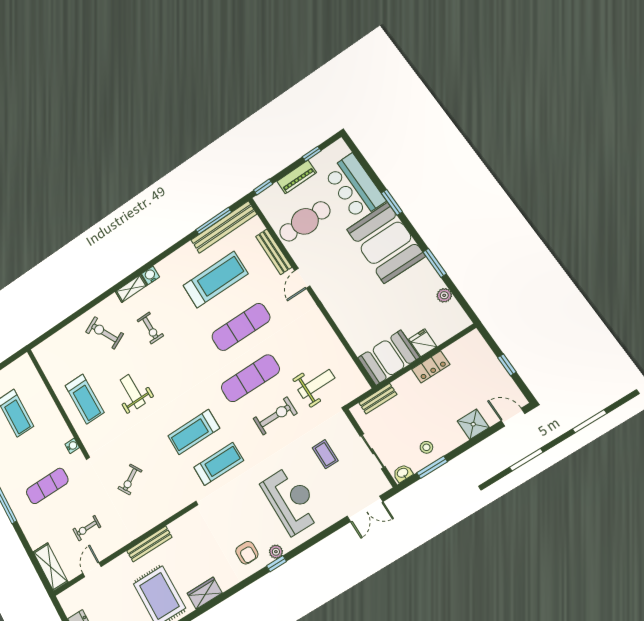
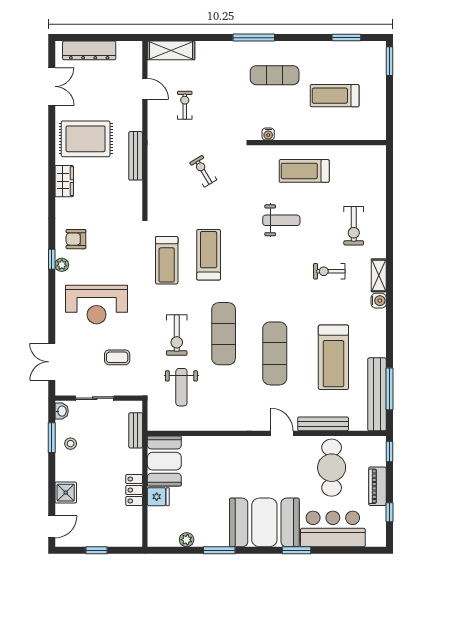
exercise bike: (105, 333) -> (354, 226), turned 117
exercise mat: (47, 486) -> (275, 75), moved, turned 90

